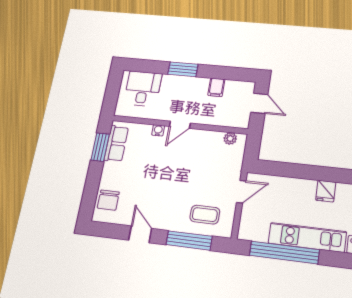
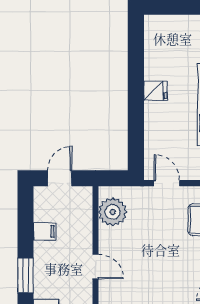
water cooler: (158, 130) -> (105, 291), removed
plant: (230, 138) -> (113, 212), width x1.87, depth x1.87

